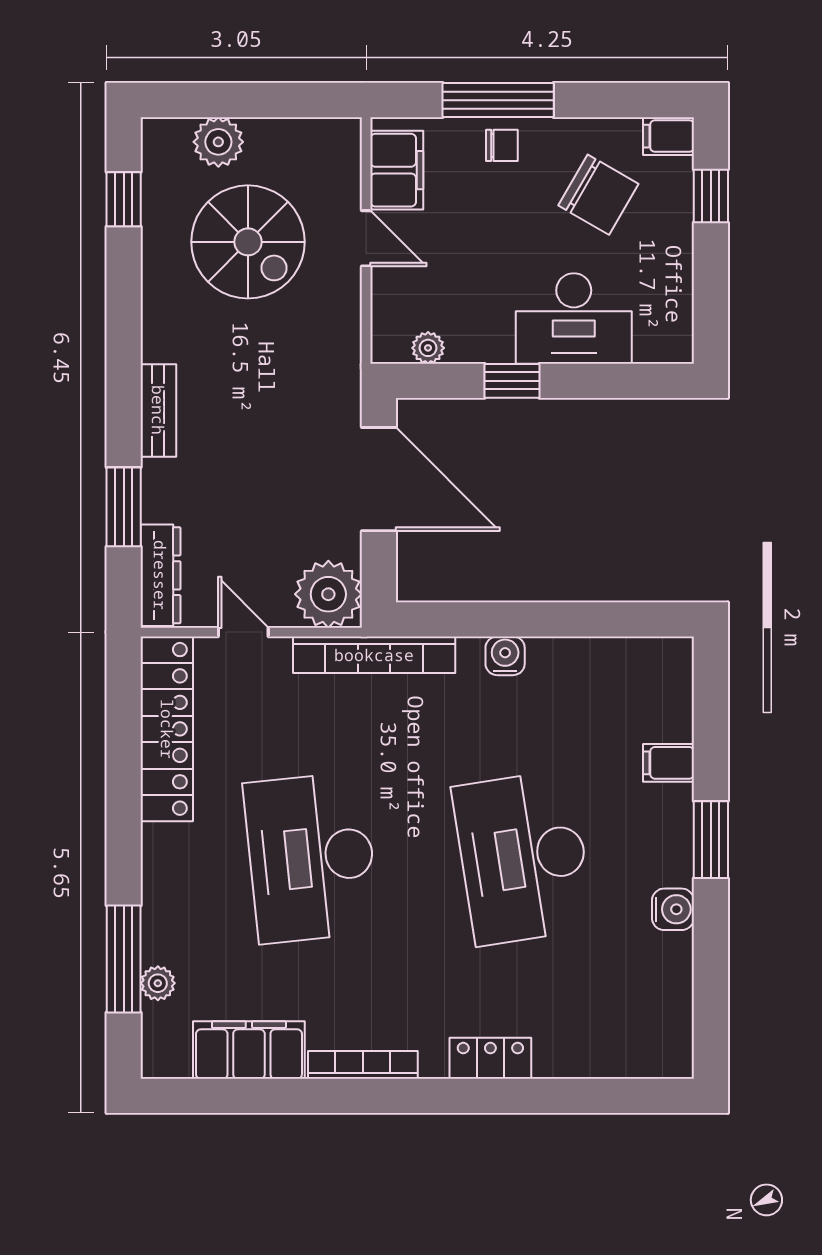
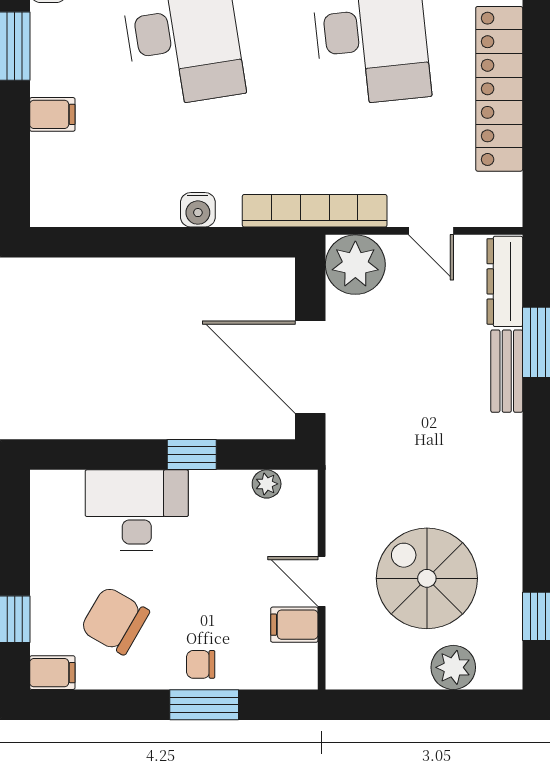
window: (498, 100) -> (204, 705), width x0.69
filing cabinet: (397, 170) -> (294, 625), width x0.50
bench: (158, 410) -> (507, 371), moved
locker: (167, 729) -> (499, 89), moved

